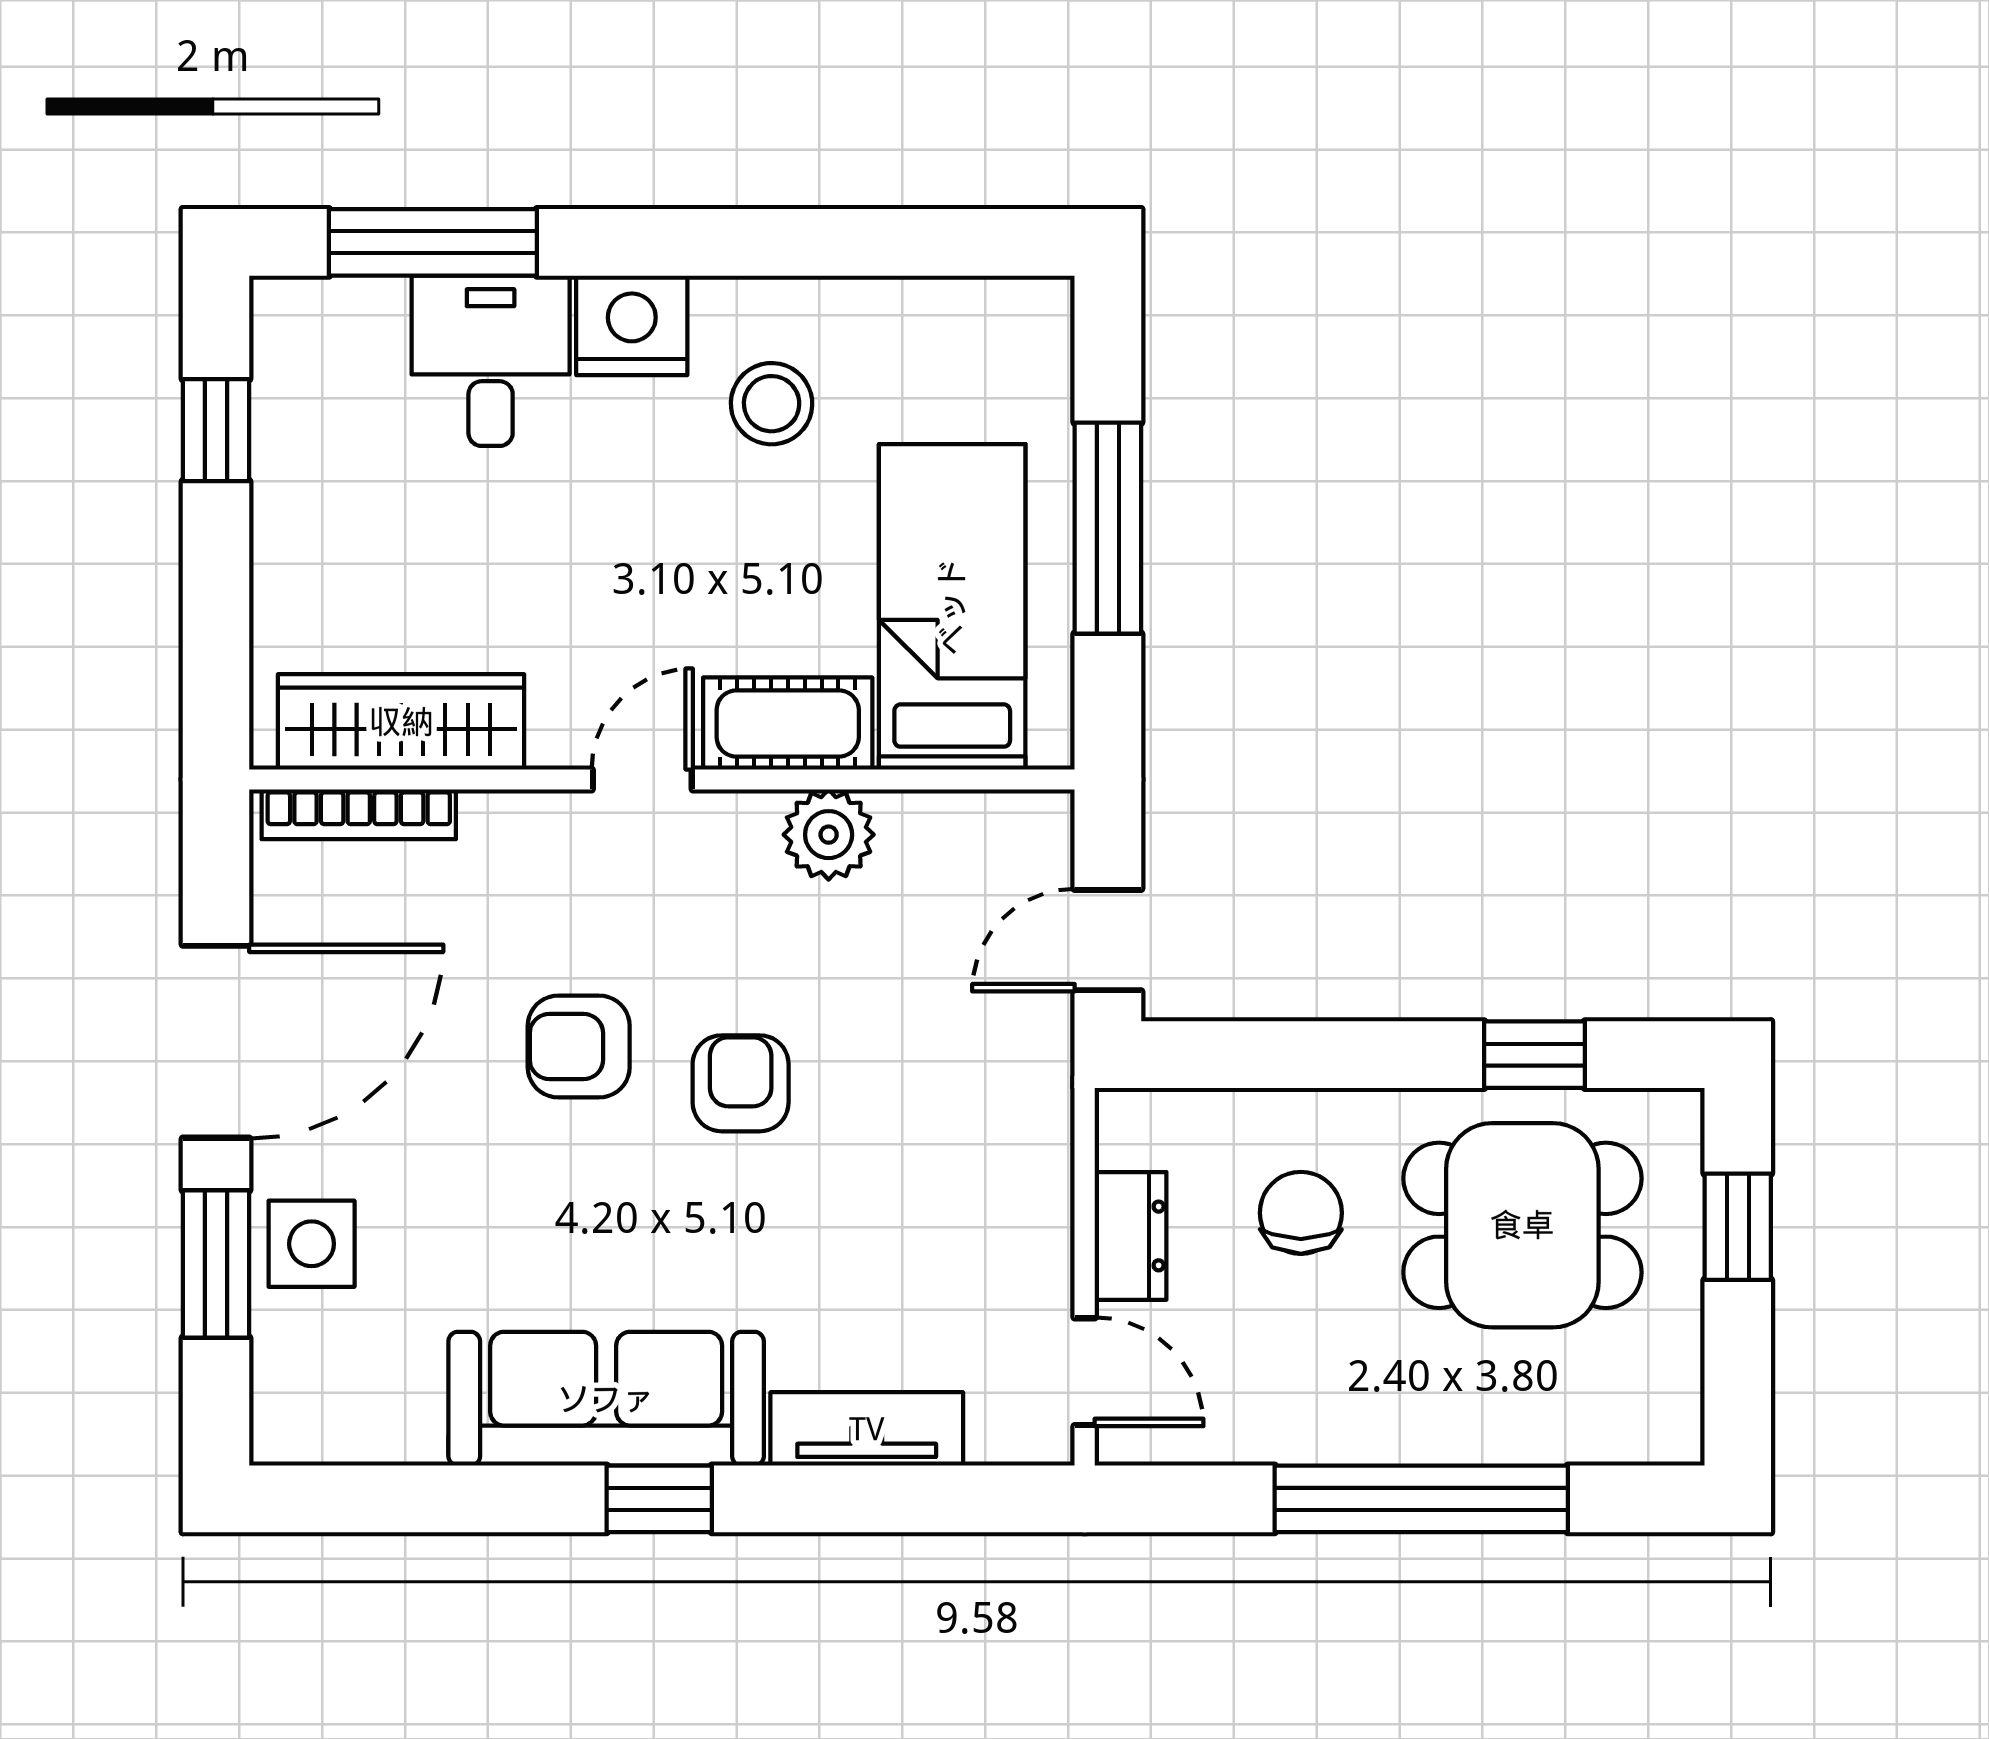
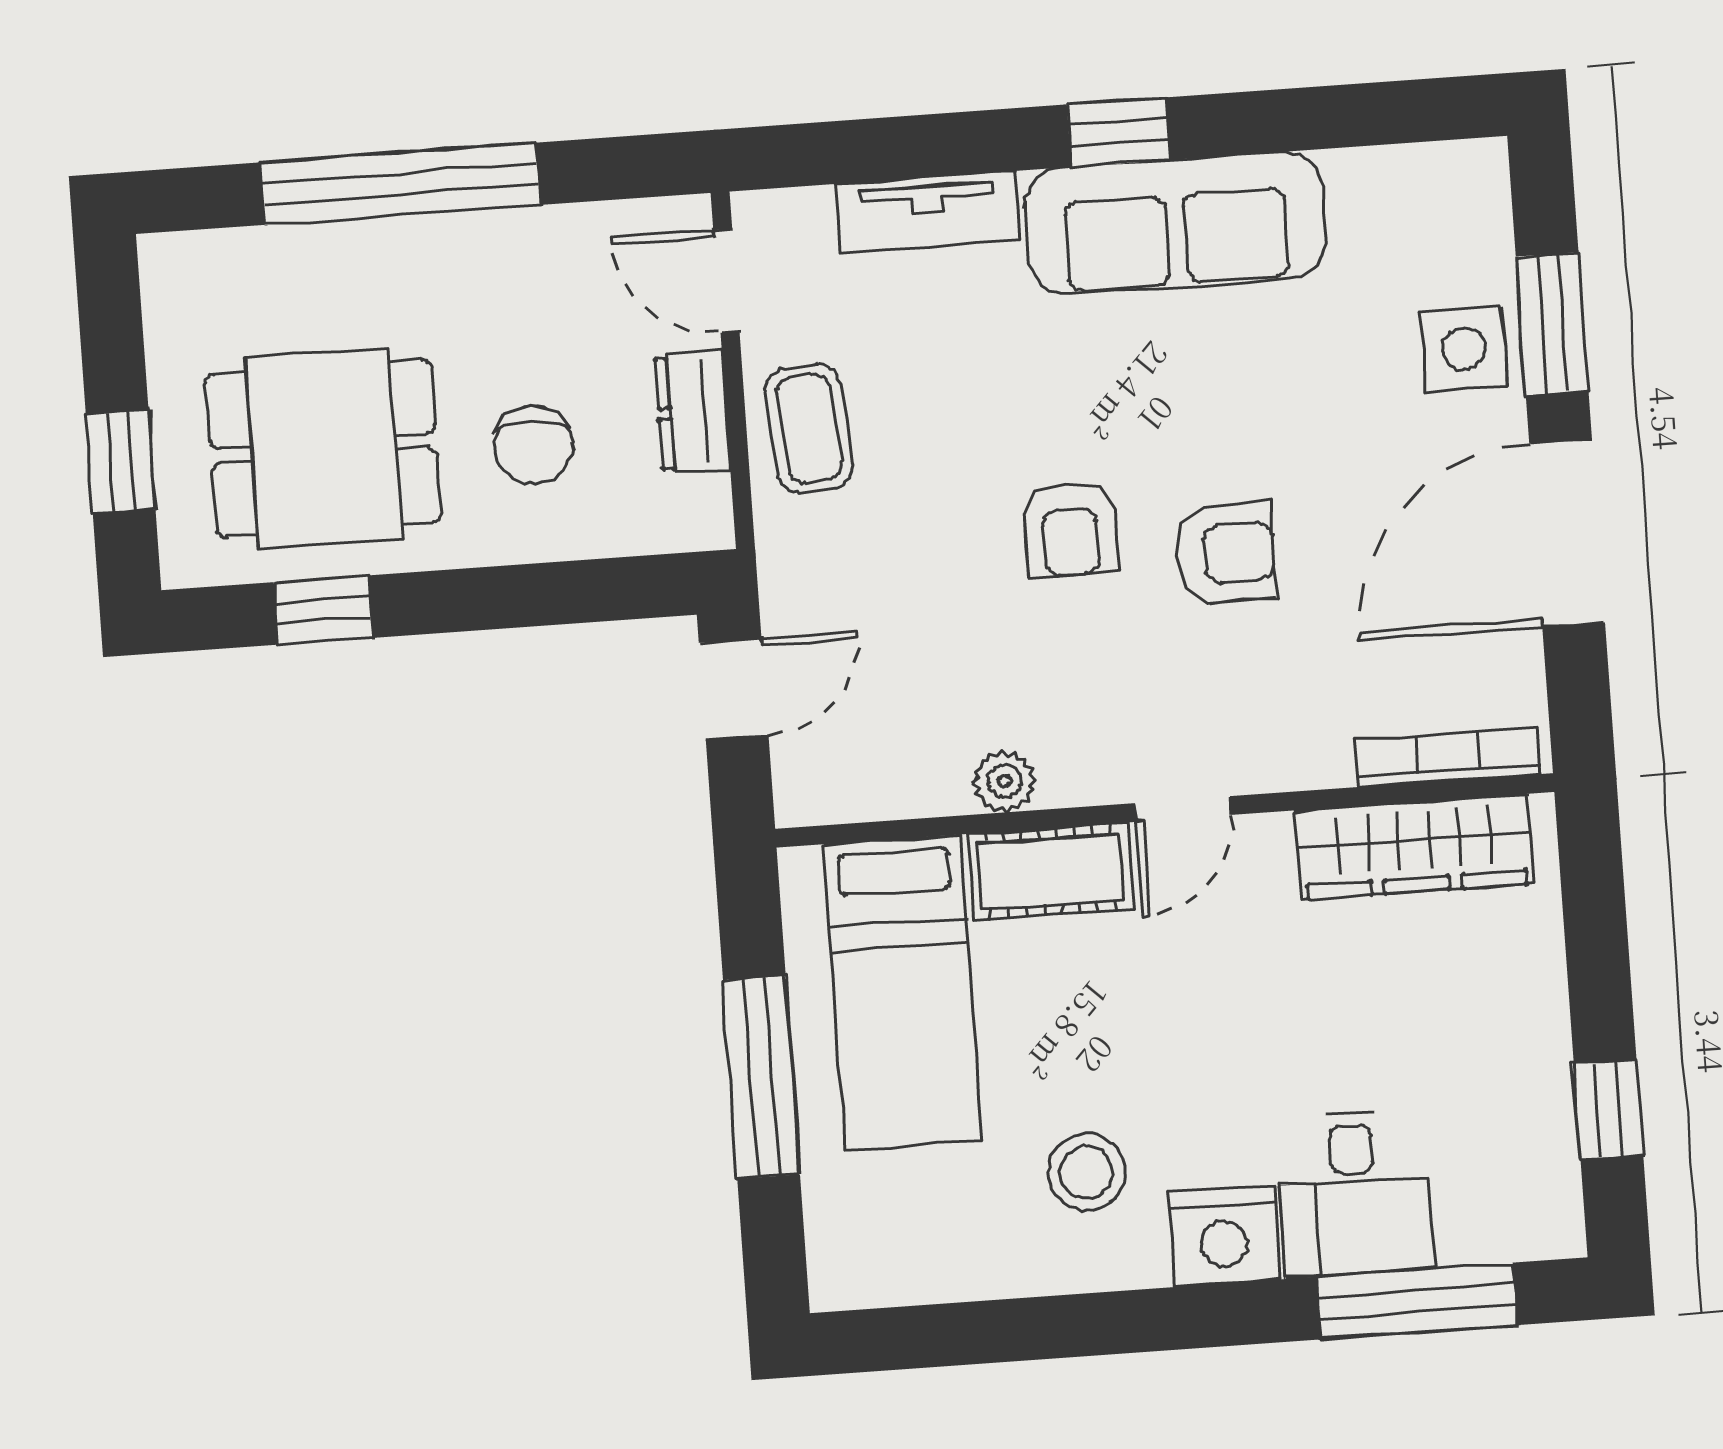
plant: (829, 835) -> (1005, 781), width x0.73, depth x0.73
coffee table: (1009, 1210) -> (809, 428), added

